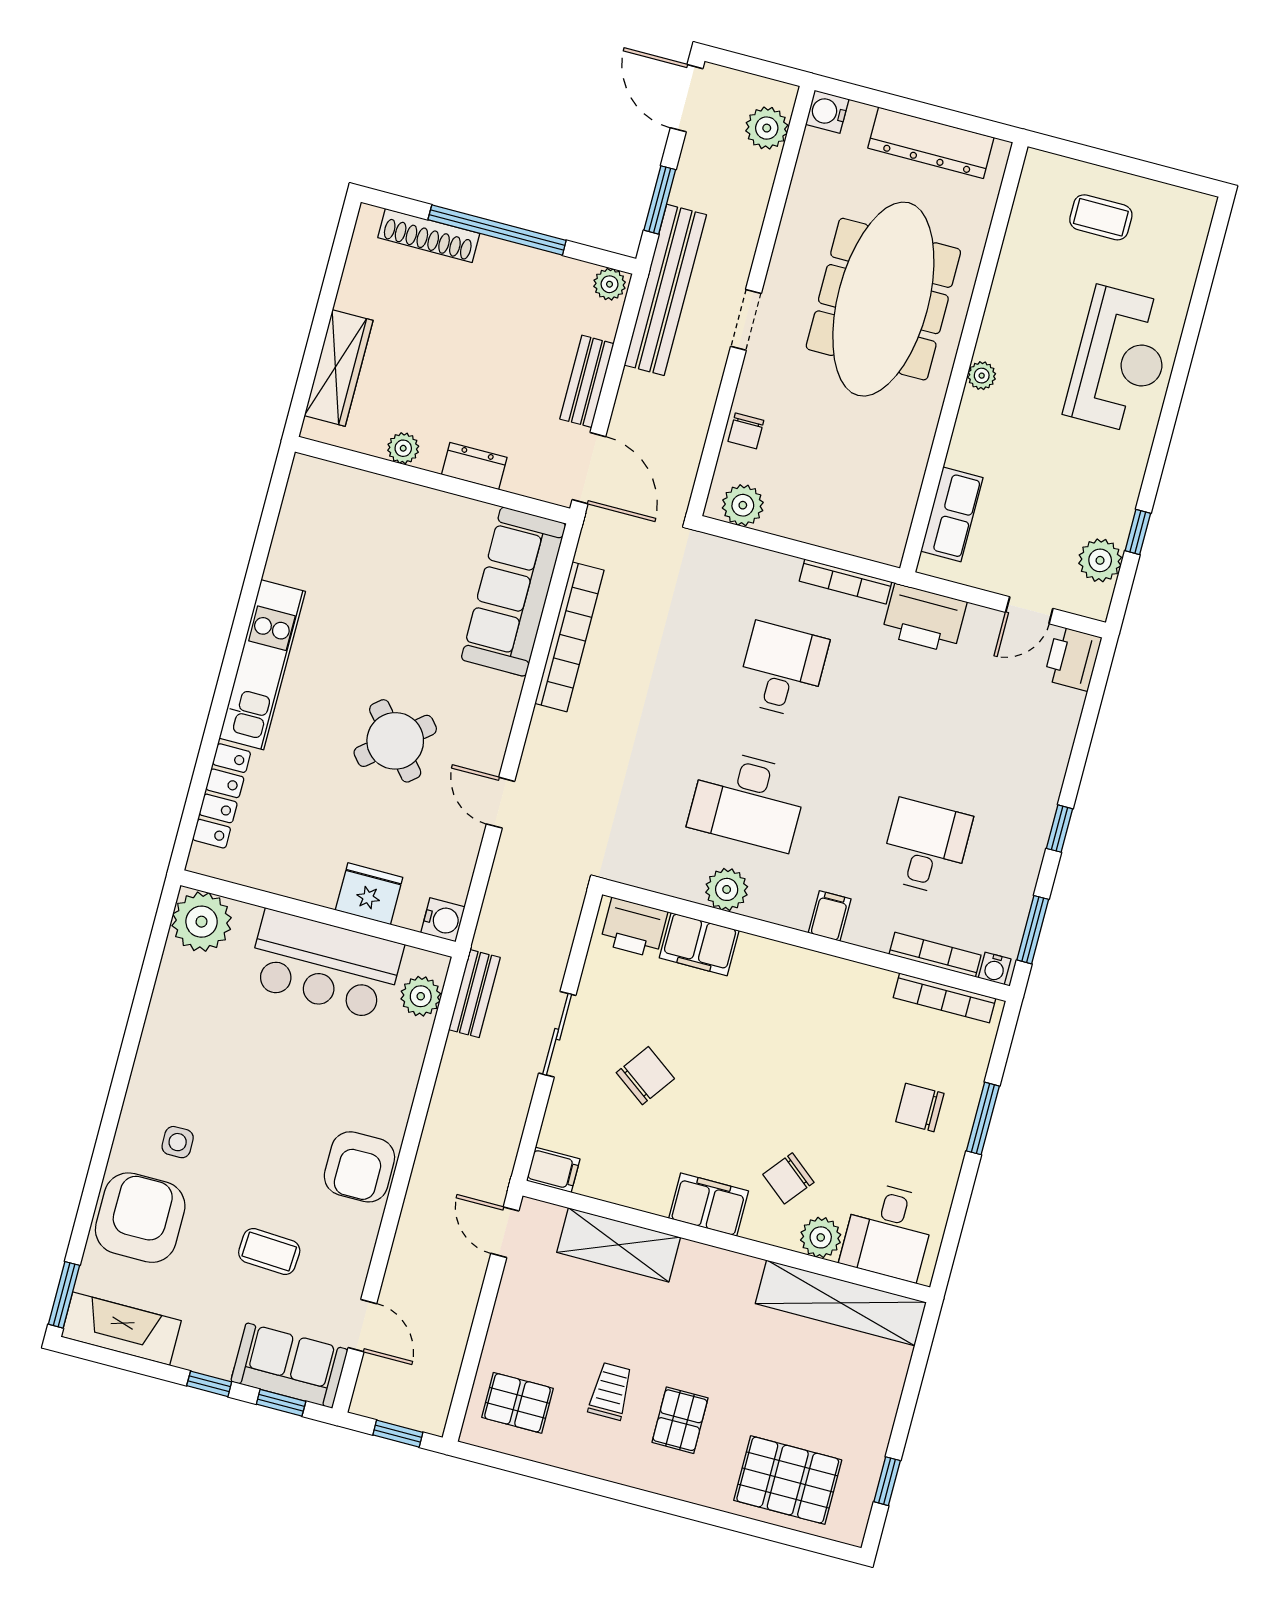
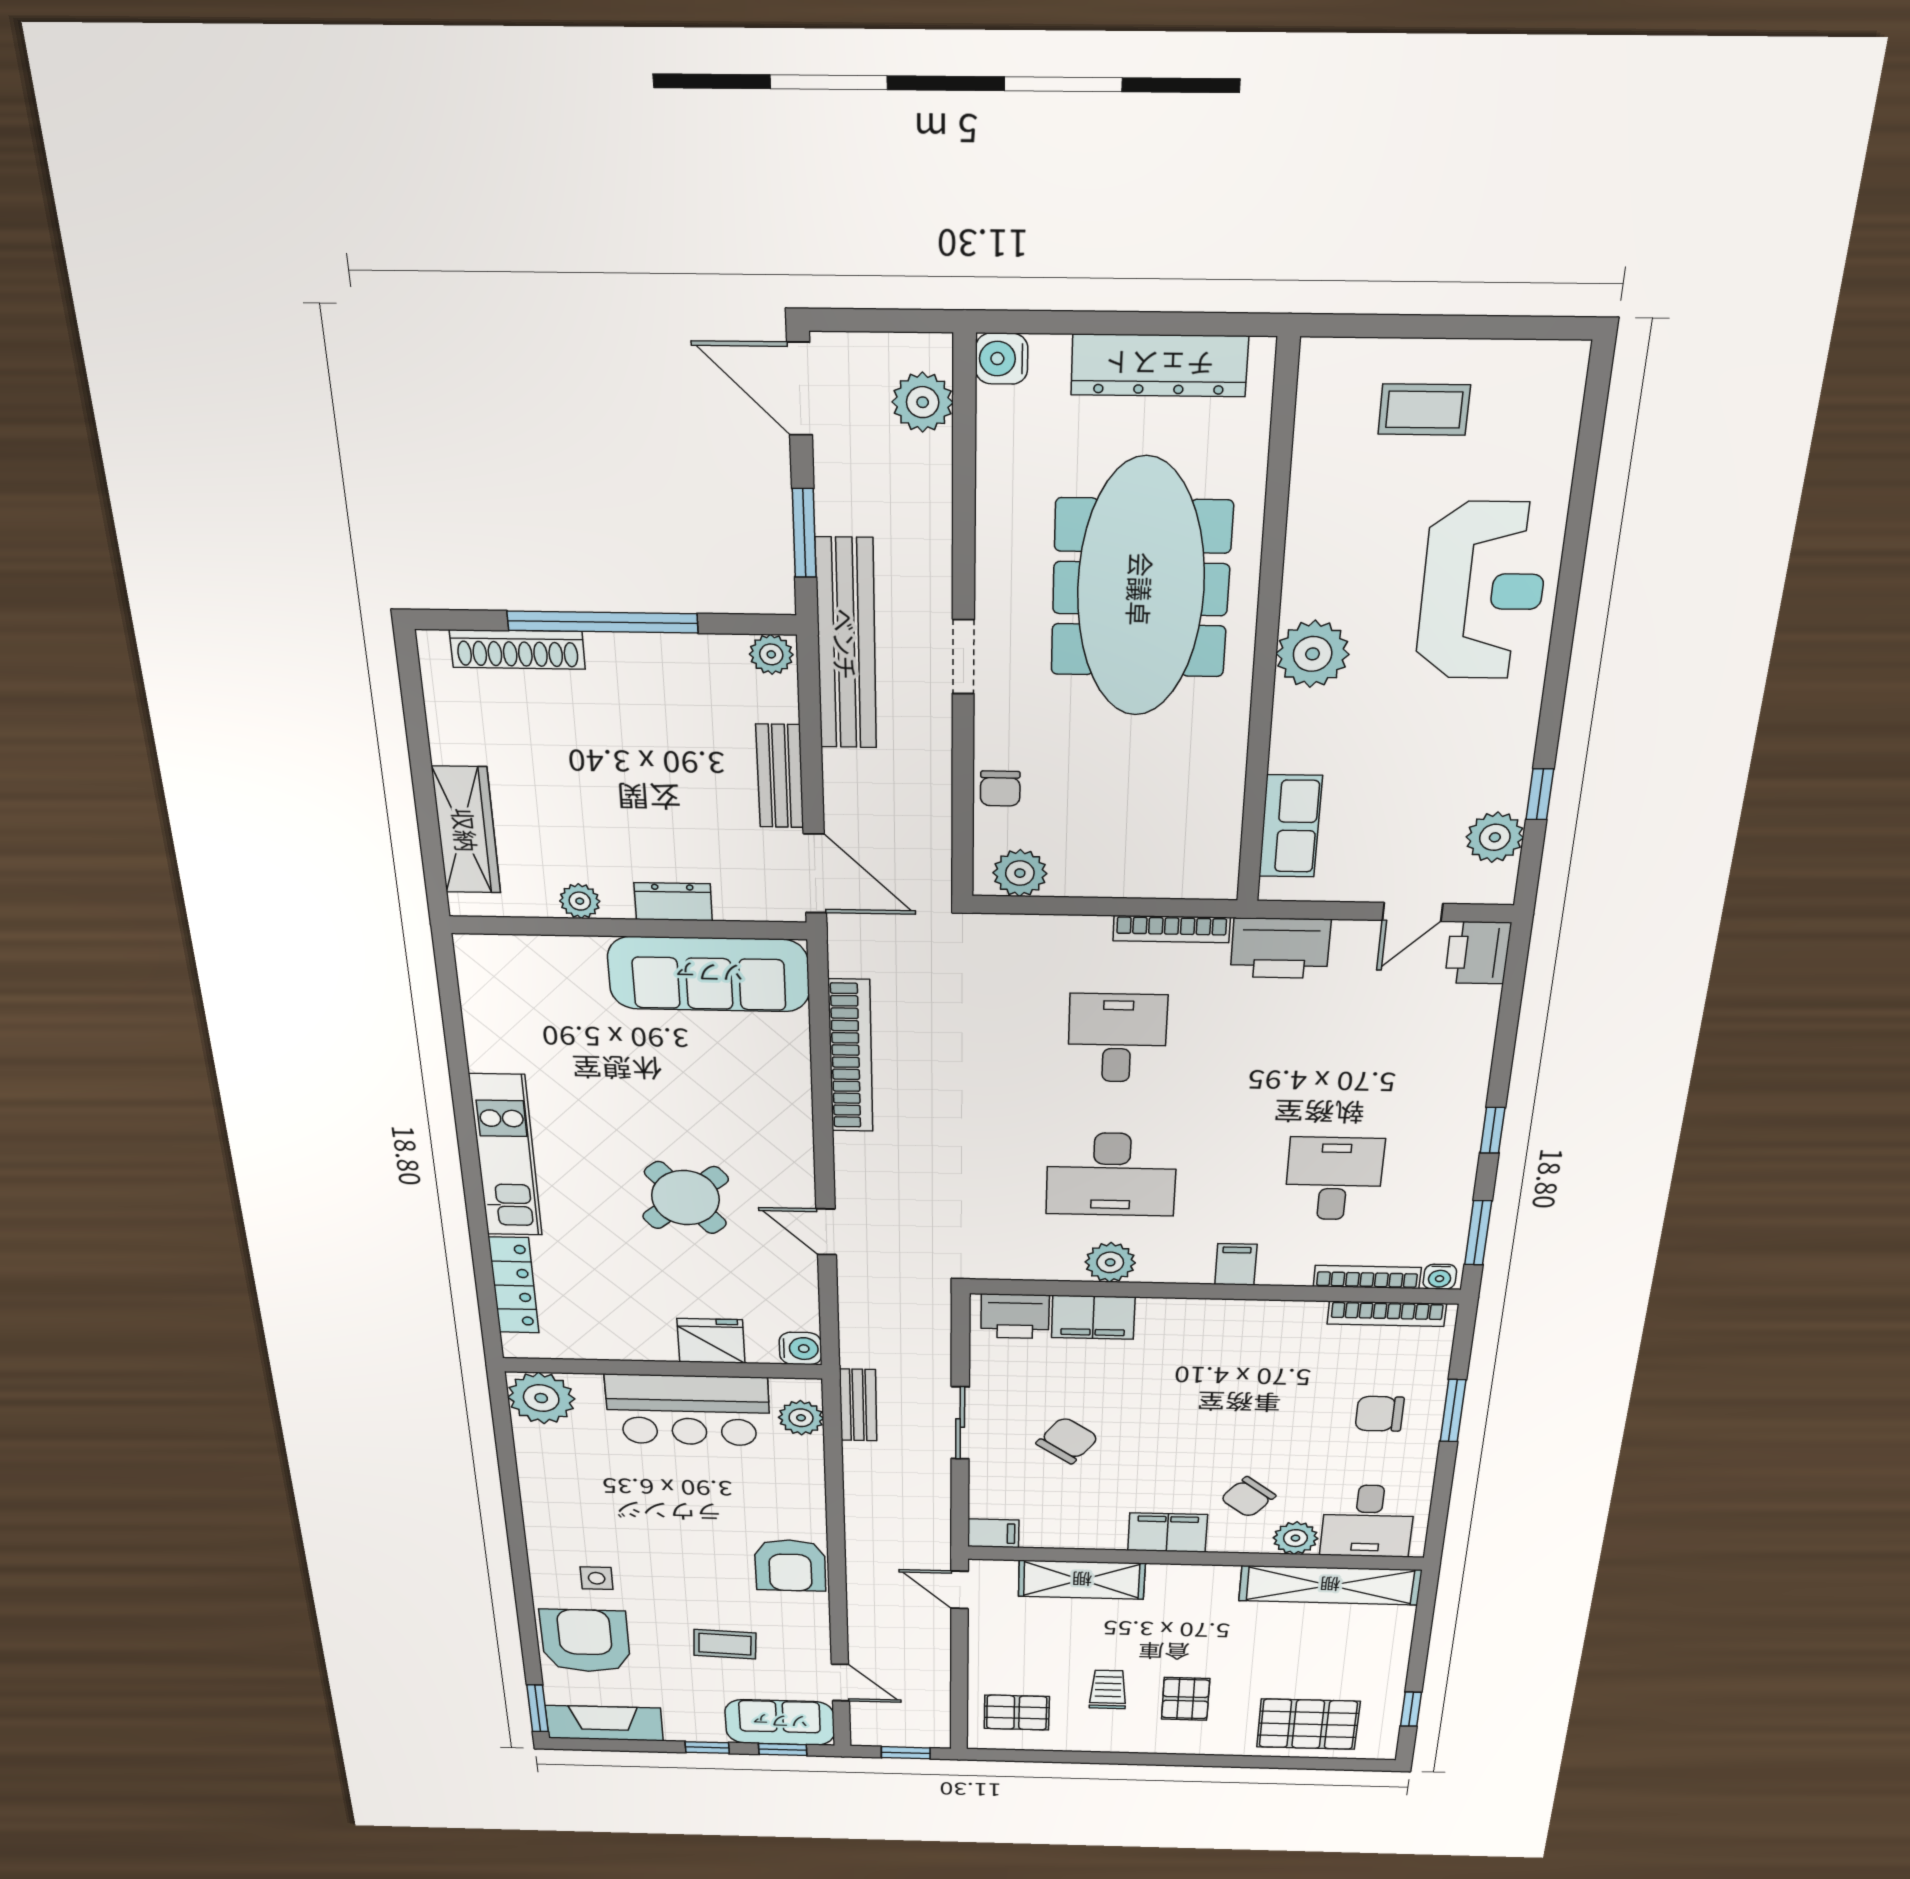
plant: (982, 376) -> (1313, 654), width x1.87, depth x1.87
sofa: (514, 592) -> (709, 974), moved, turned -90

